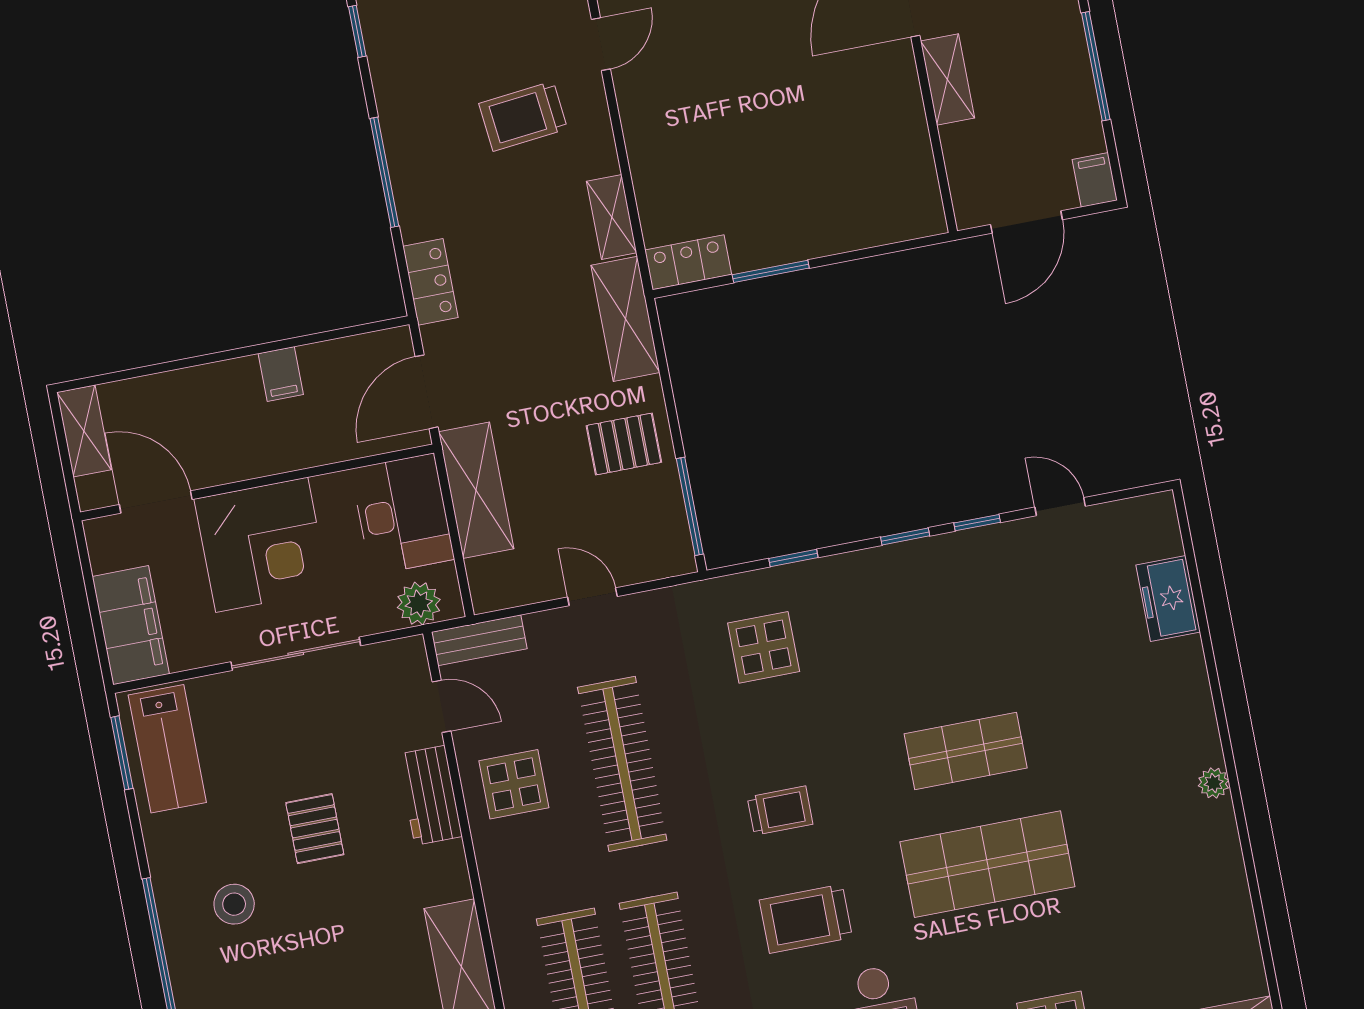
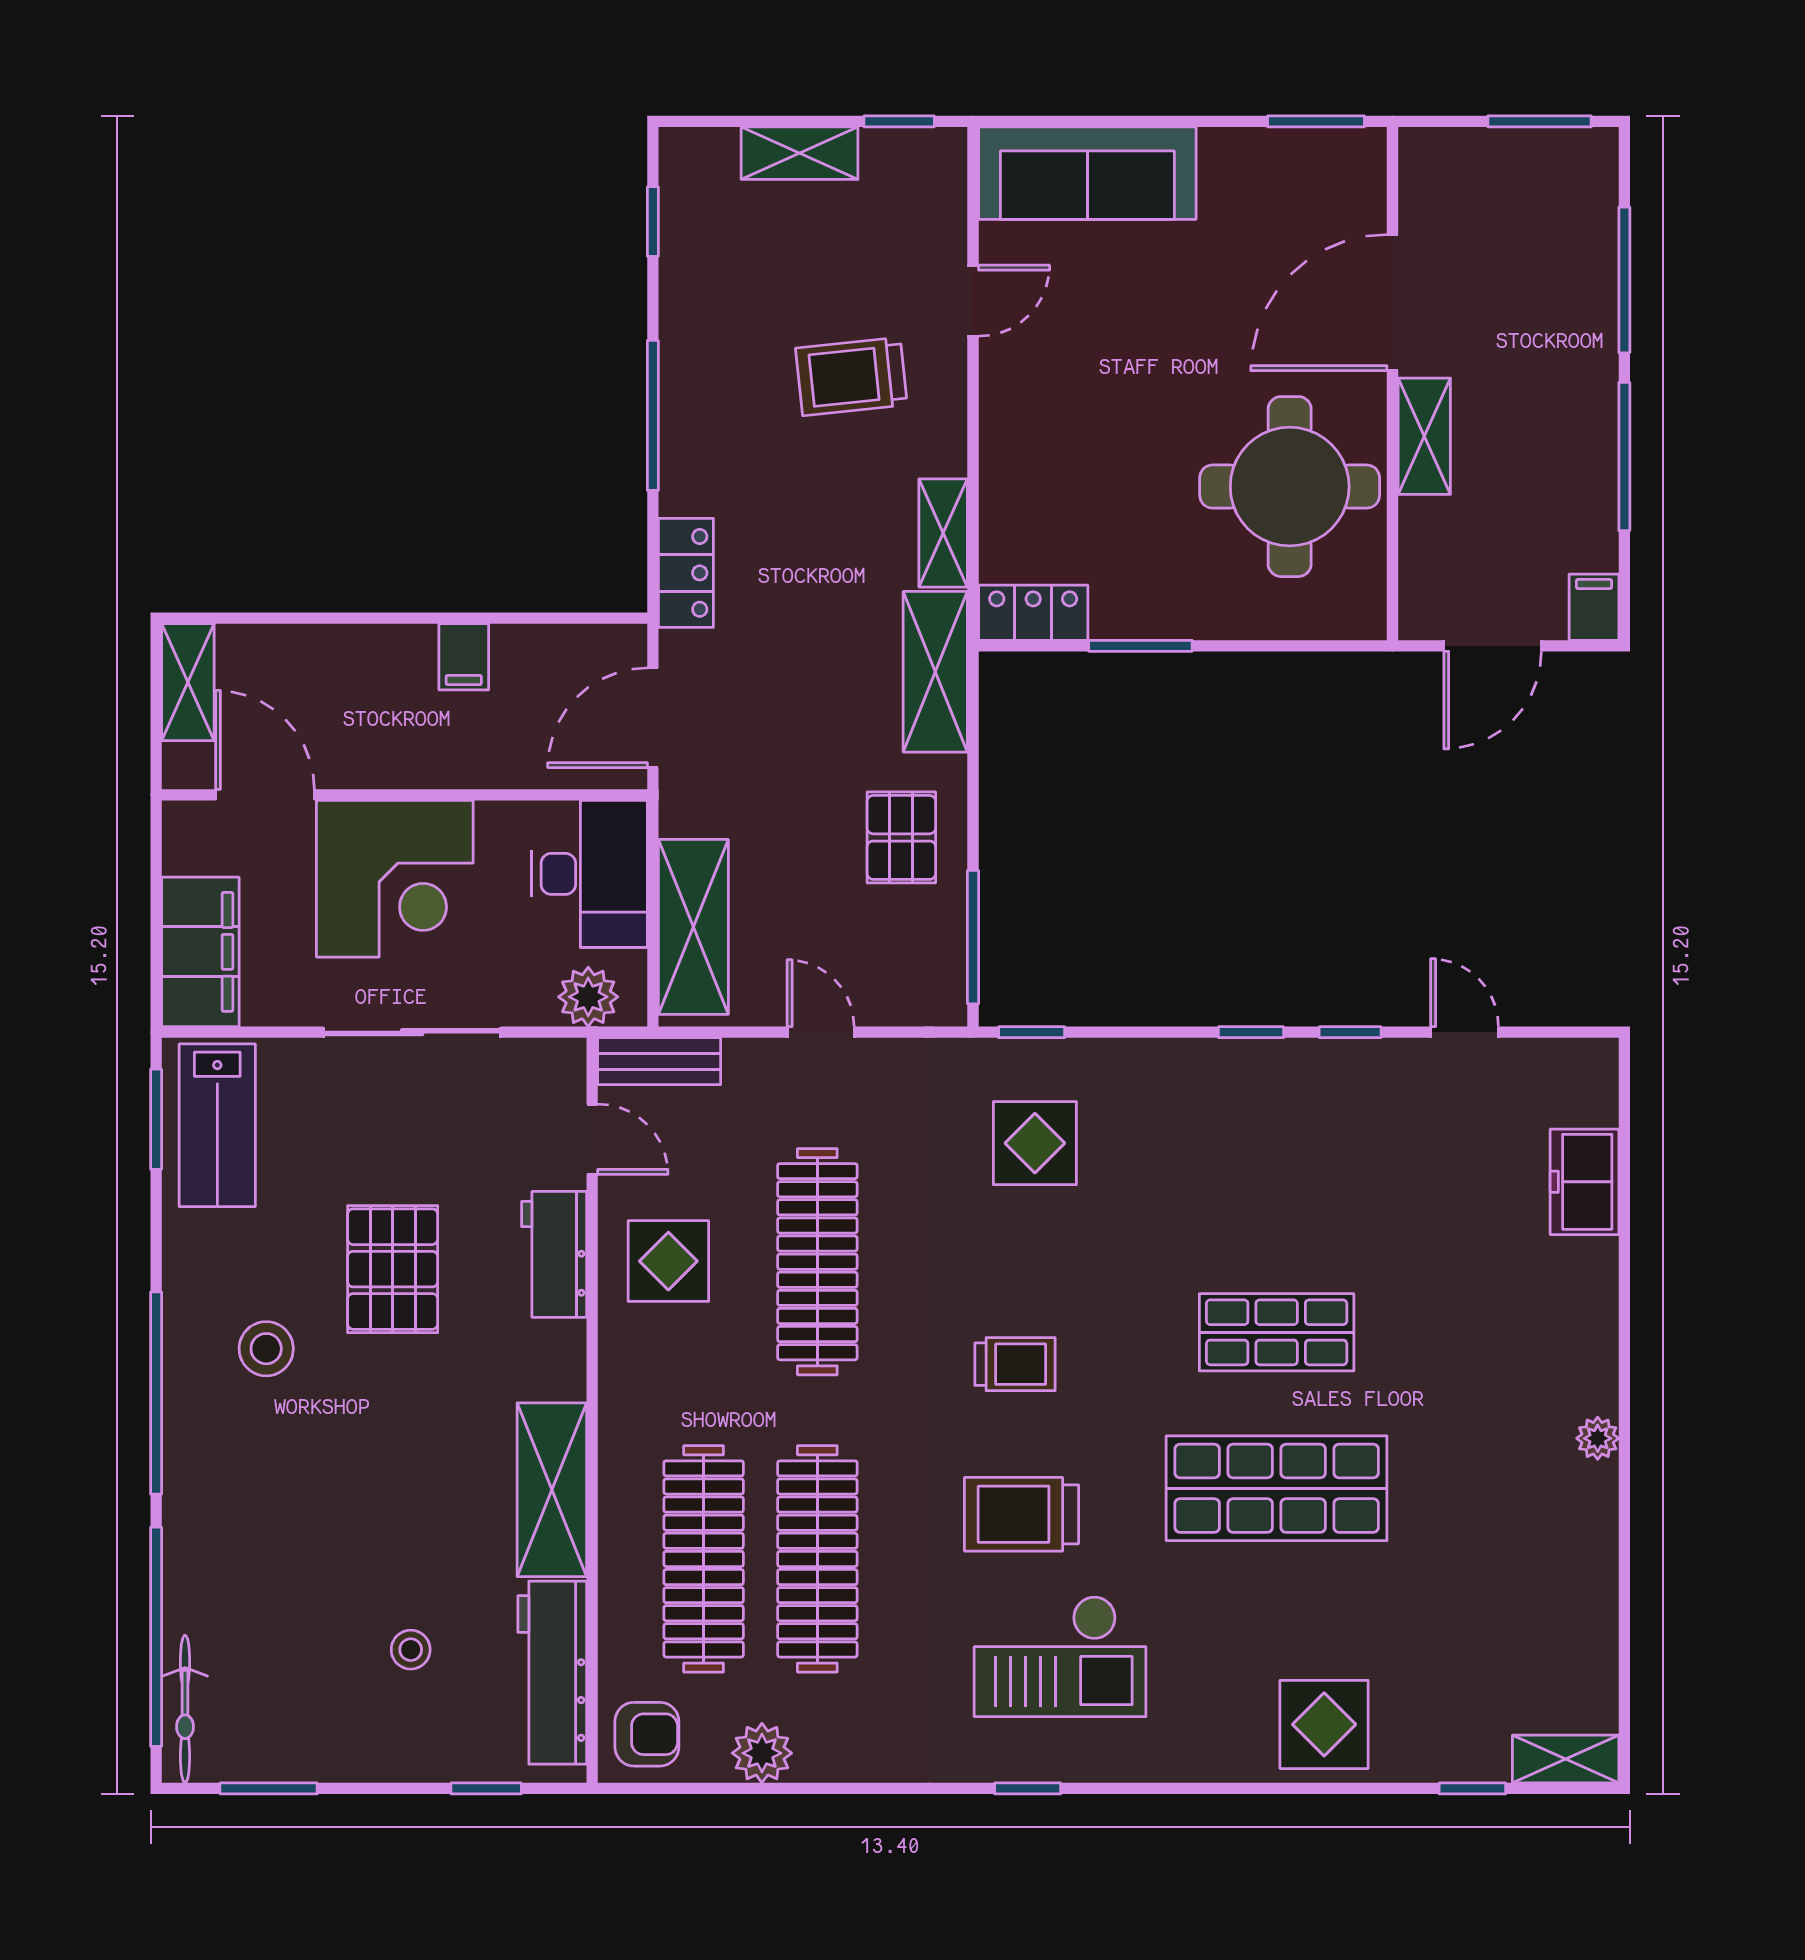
round table: (857, 135) -> (1290, 487), added
pallet: (624, 444) -> (901, 837), turned 90
shelving: (476, 490) -> (693, 927), moved
window: (793, 558) -> (1032, 1032), moved
pallet: (315, 829) -> (393, 1269), width x1.50, depth x1.42

